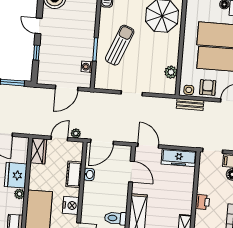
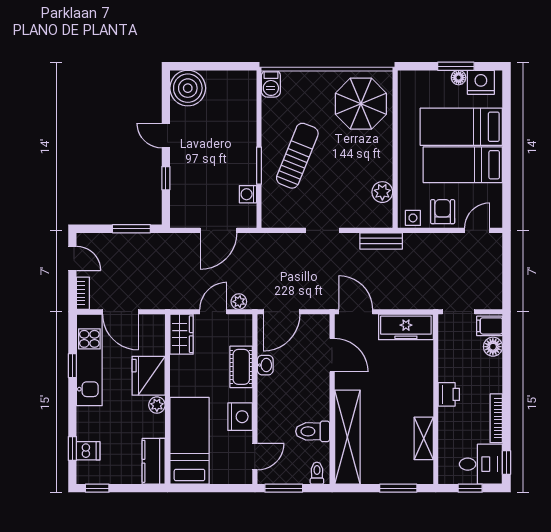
bench: (190, 104) -> (381, 241), moved

